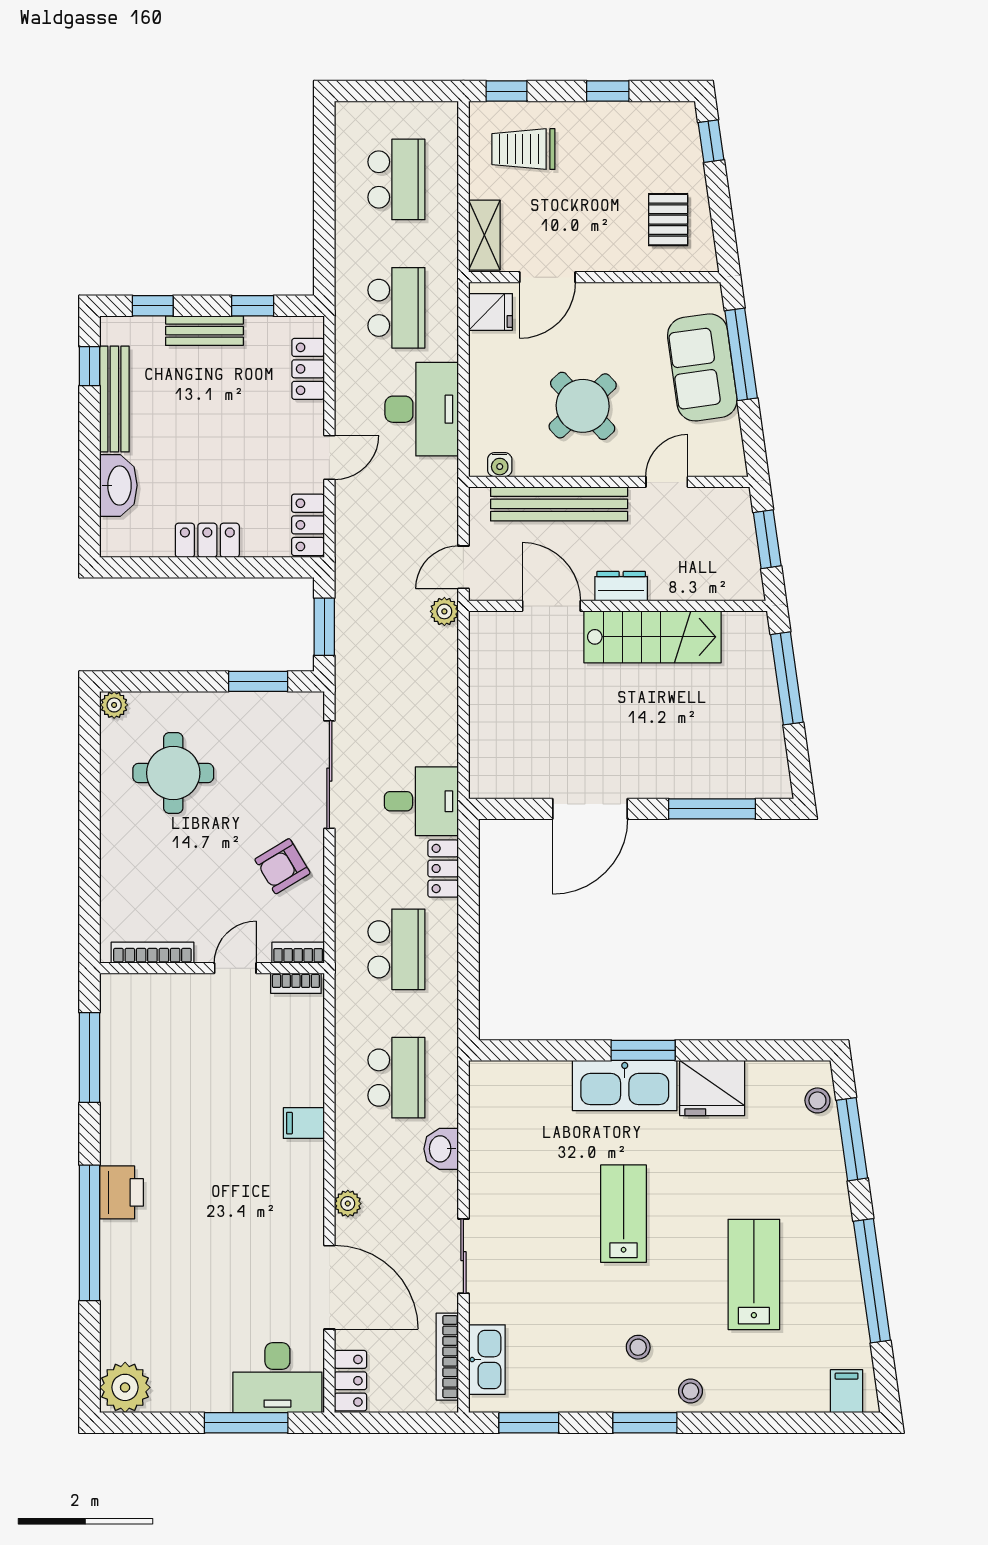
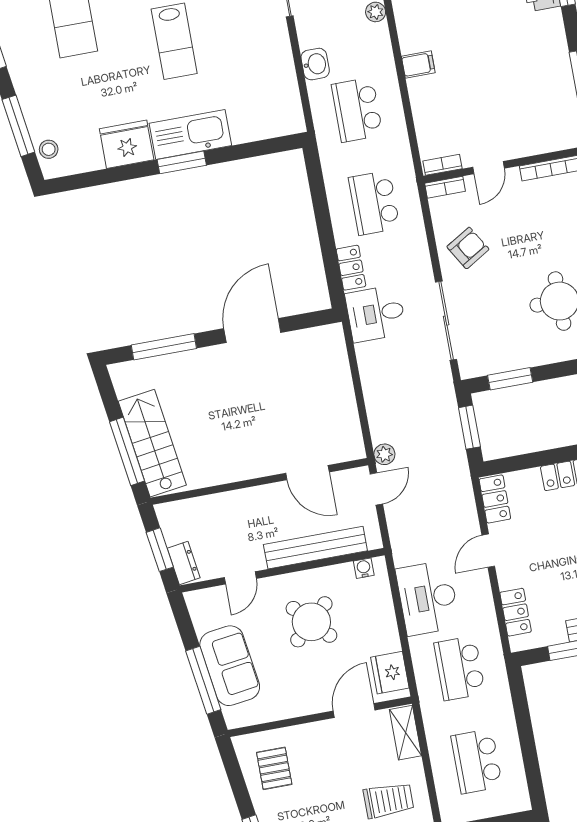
fridge: (490, 312) -> (390, 673), width x1.38
dresser: (621, 586) -> (184, 563), moved, turned -98
stairs: (652, 637) -> (152, 443), moved, turned 82

